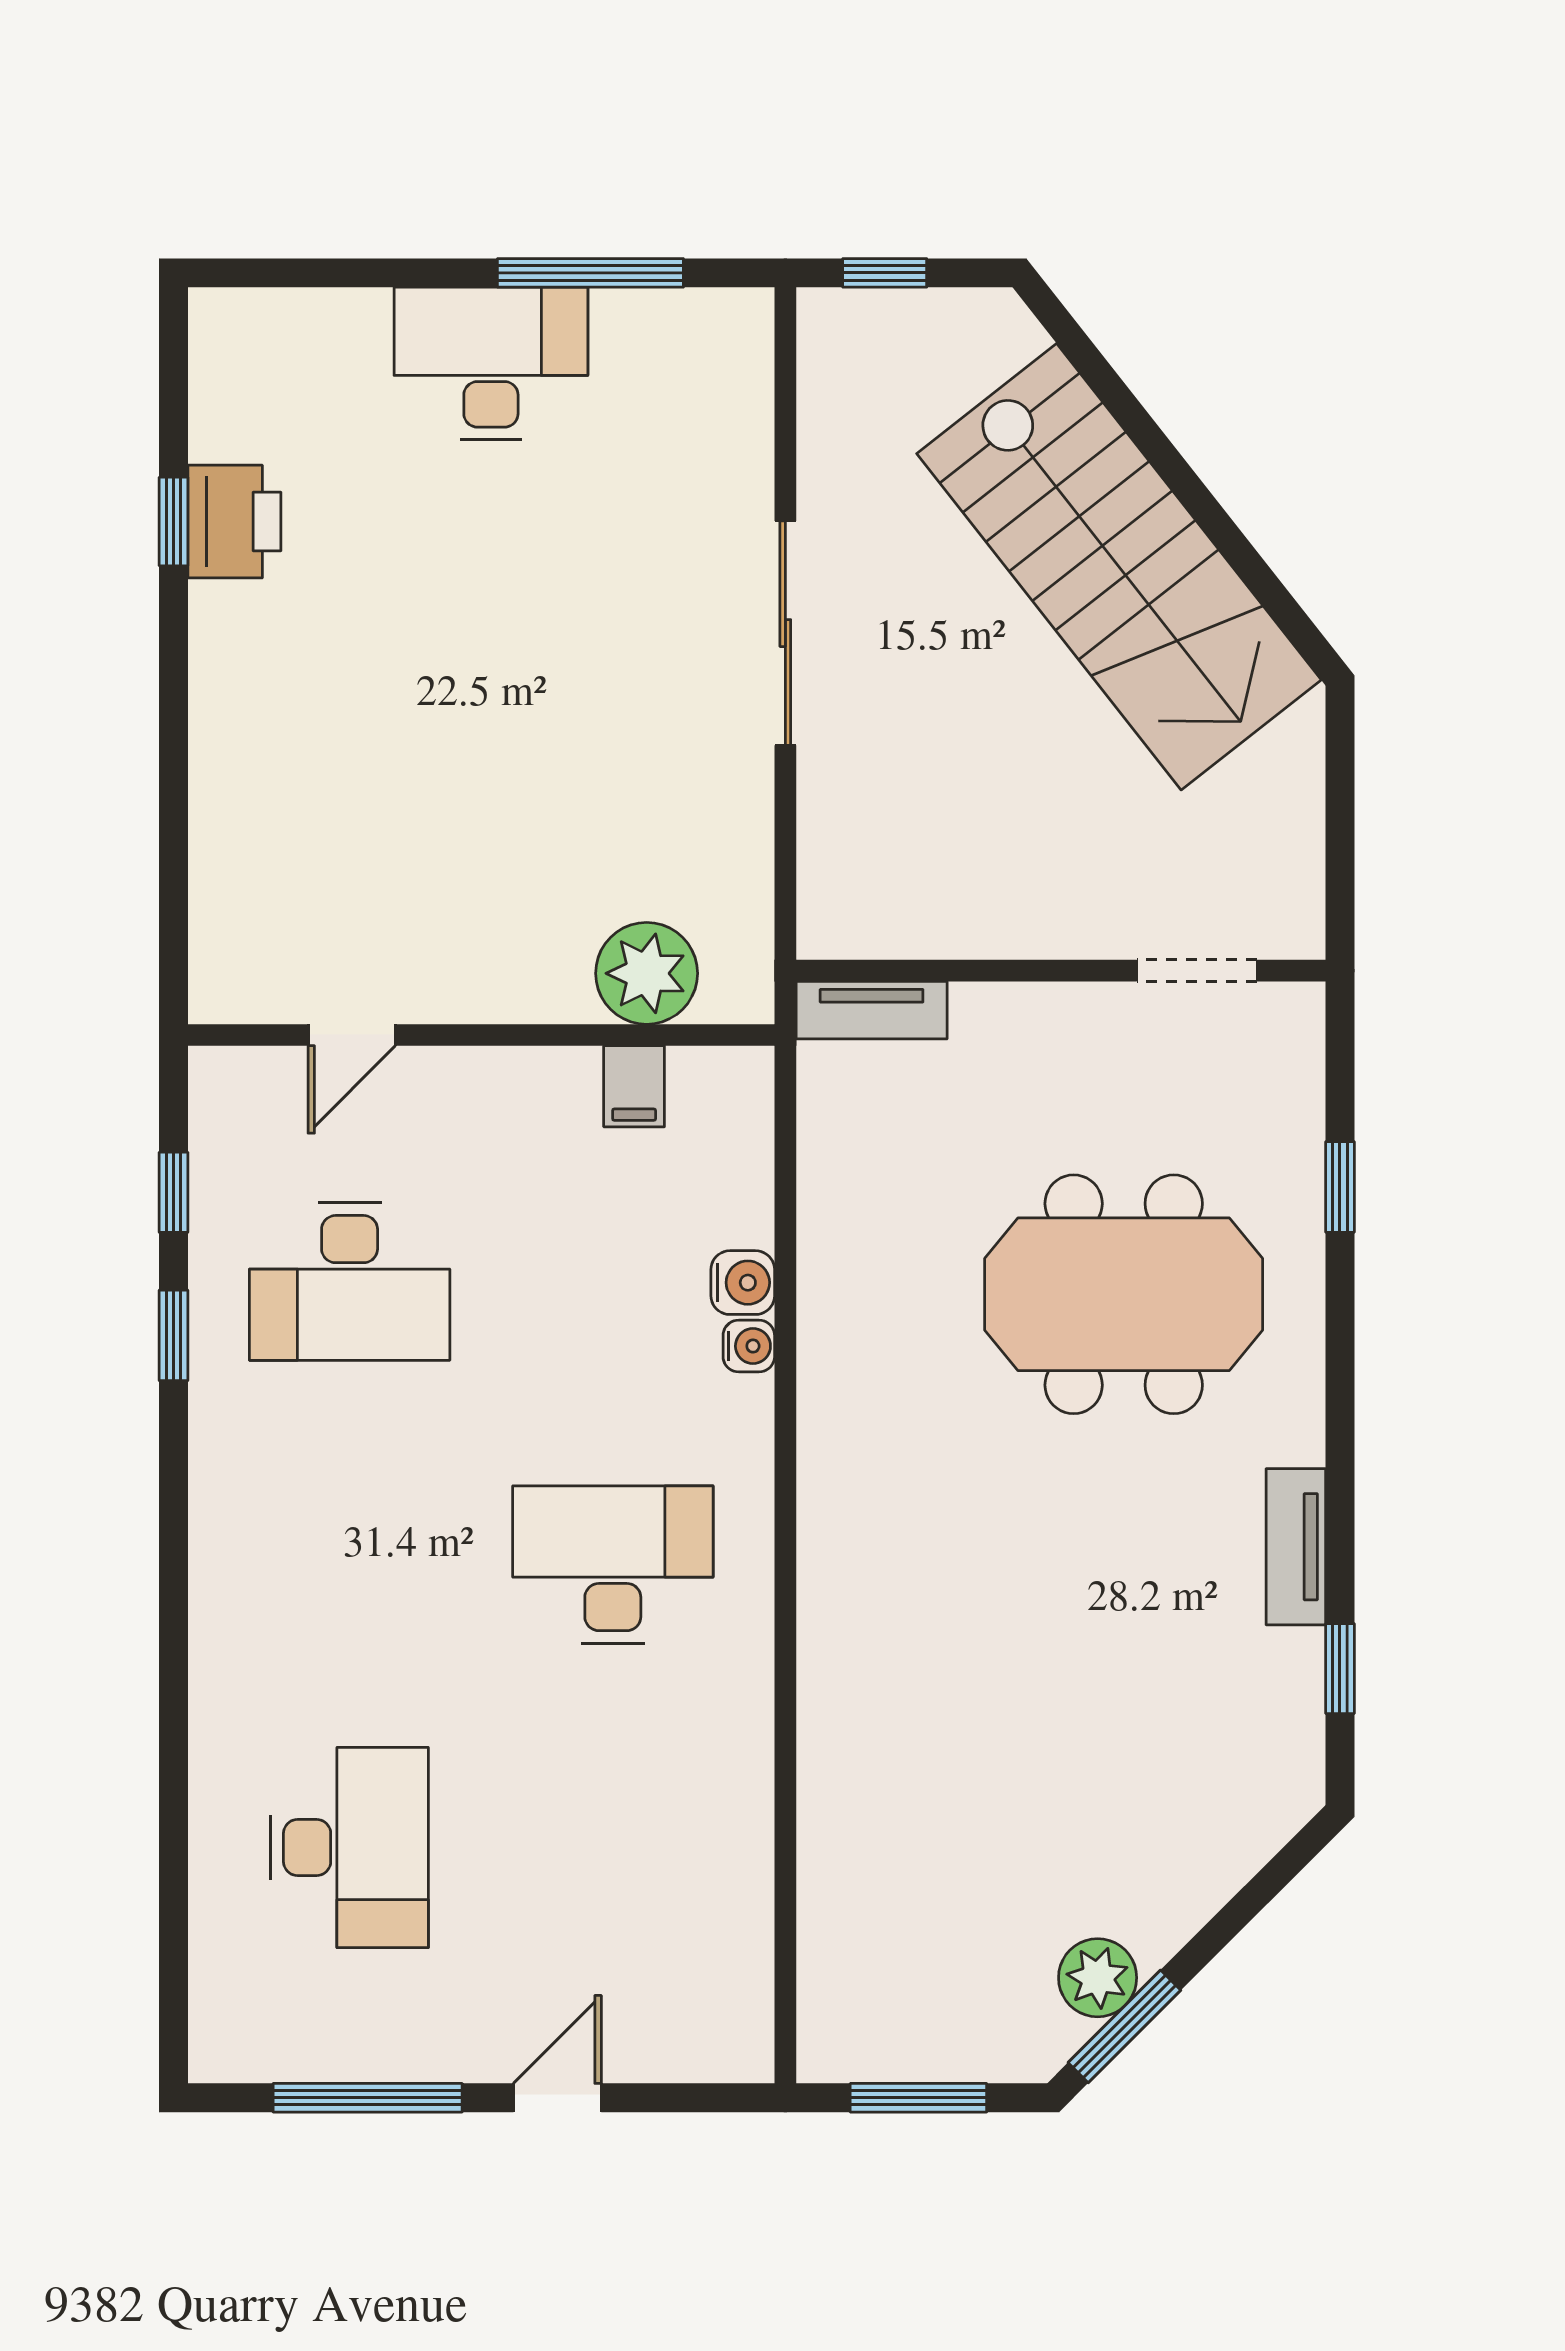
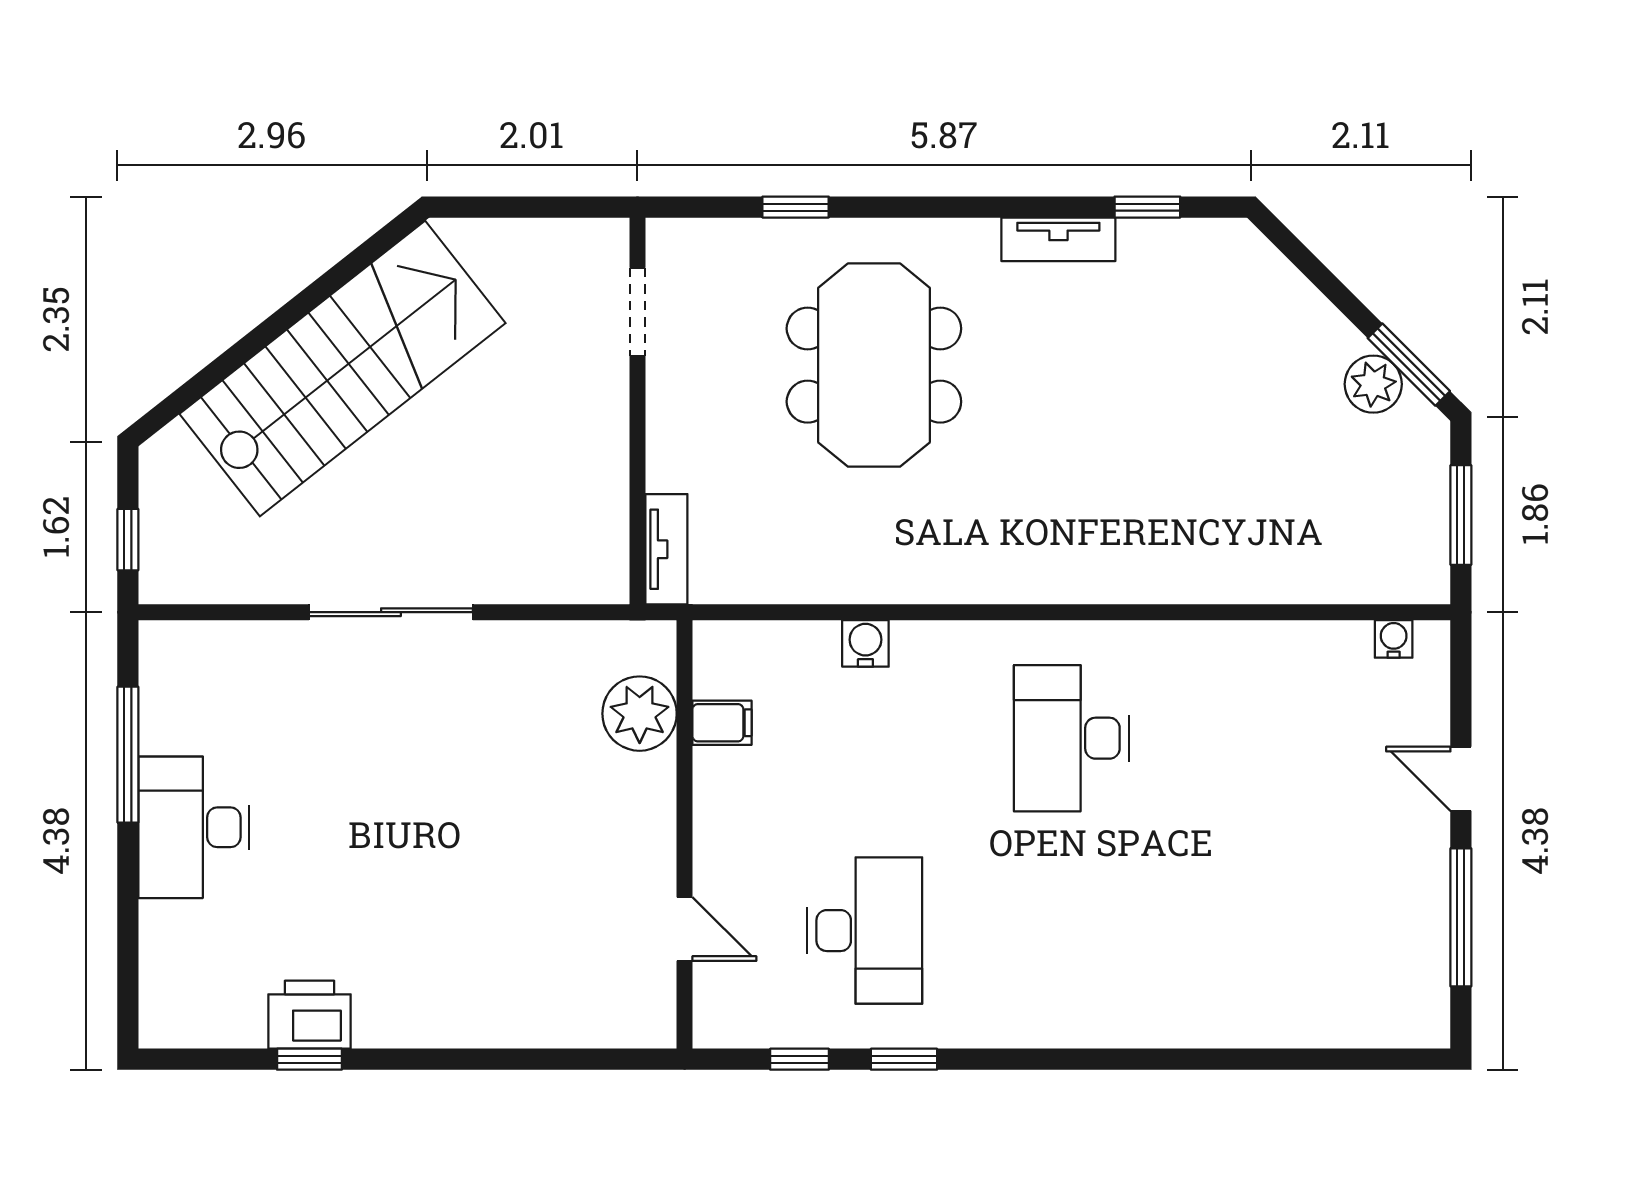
water cooler: (749, 1346) -> (1394, 639), moved
desk: (350, 1847) -> (1278, 931), removed

